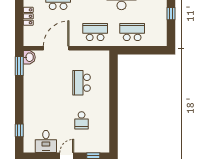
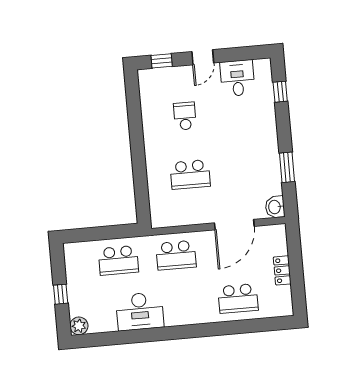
window: (19, 66) -> (287, 167), moved
school desk: (82, 83) -> (190, 175), turned 90

